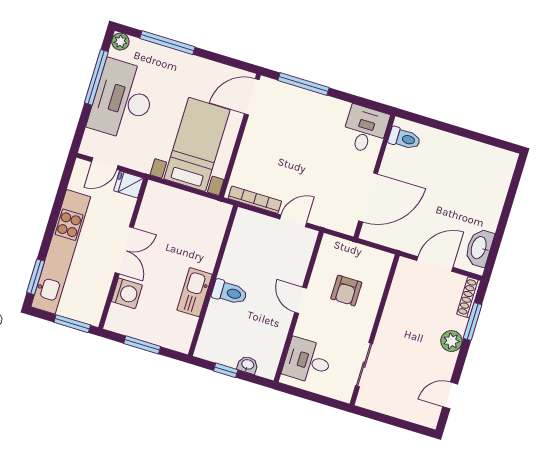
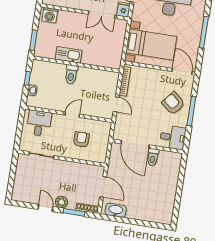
window: (167, 43) -> (204, 32), moved
window: (304, 84) -> (191, 111), moved
armchair: (305, 120) -> (173, 103), added
toilet: (404, 138) -> (153, 157), moved
double door: (124, 250) -> (102, 15), moved
armchair: (346, 291) -> (81, 139), turned 90
washing machine: (127, 293) -> (50, 15), moved
window: (142, 345) -> (33, 40), moved
door: (450, 395) -> (46, 208), moved

